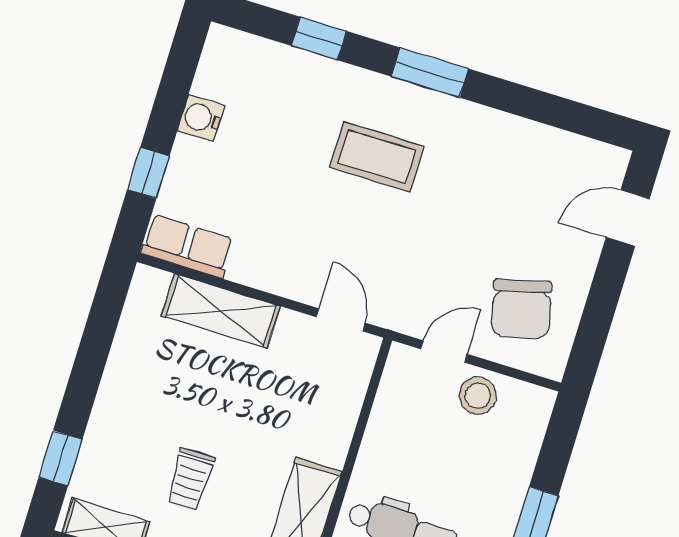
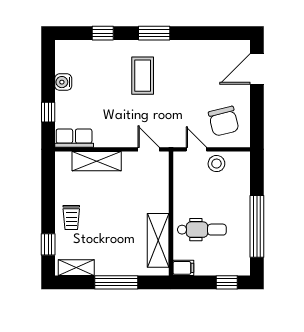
coffee table: (377, 157) -> (143, 76), turned 90
door: (628, 218) -> (257, 69), width x1.38
door: (444, 352) -> (196, 149), hinge flipped
trolley: (190, 479) -> (71, 217), moved

